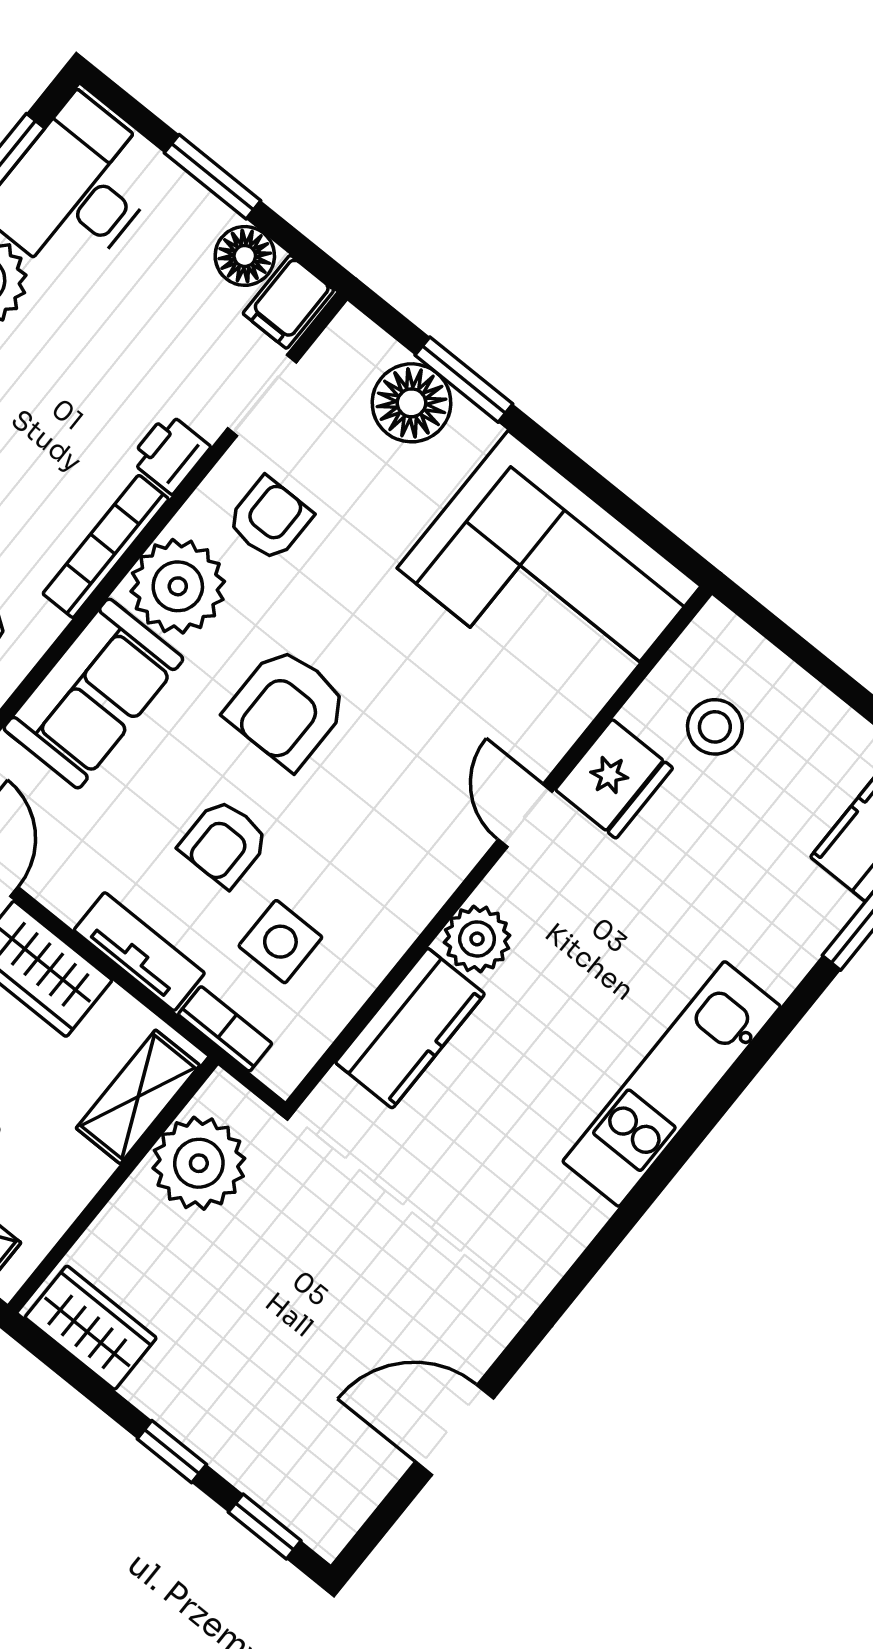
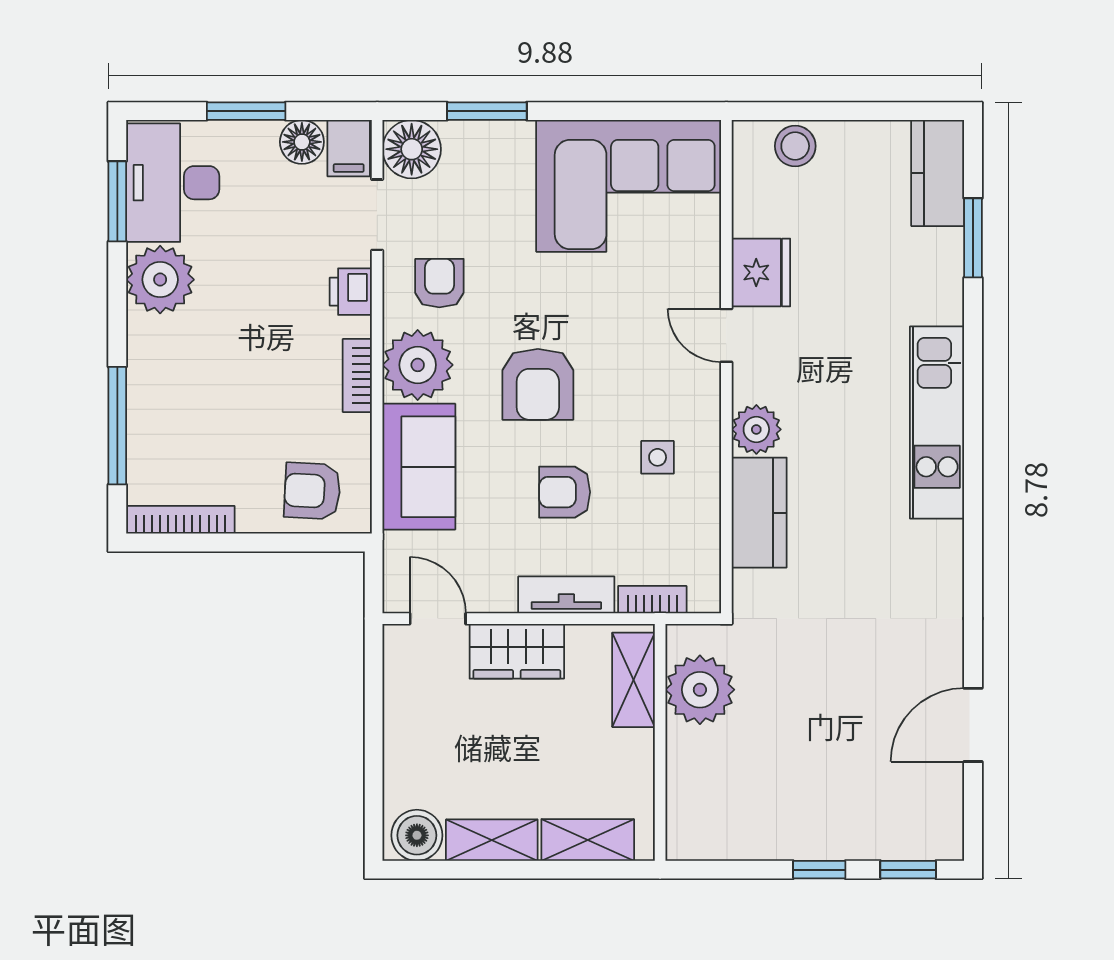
floor lamp: (411, 403) -> (412, 149), moved
bookcase: (106, 546) -> (357, 376), width x0.64
stool: (715, 727) -> (795, 146), moved
armchair: (224, 843) -> (565, 492), turned 90
side table: (280, 942) -> (658, 457), moved, width x0.73, depth x0.73
wardrobe: (91, 1328) -> (714, 836), removed

